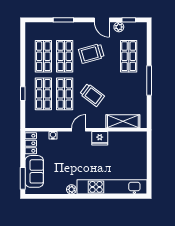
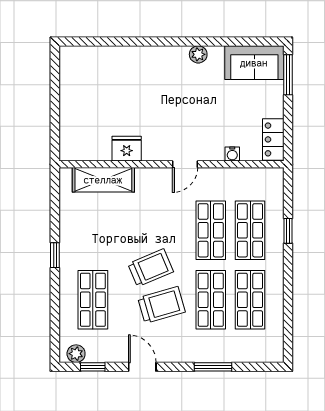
plant: (119, 27) -> (76, 354), moved
window: (149, 80) -> (55, 255), width x0.46
trolley: (92, 95) -> (151, 268), moved, turned 120
fridge: (100, 138) -> (127, 149), moved
sofa: (34, 171) -> (254, 63), moved, turned -90
kitchen unit: (112, 187) -> (123, 59), removed

